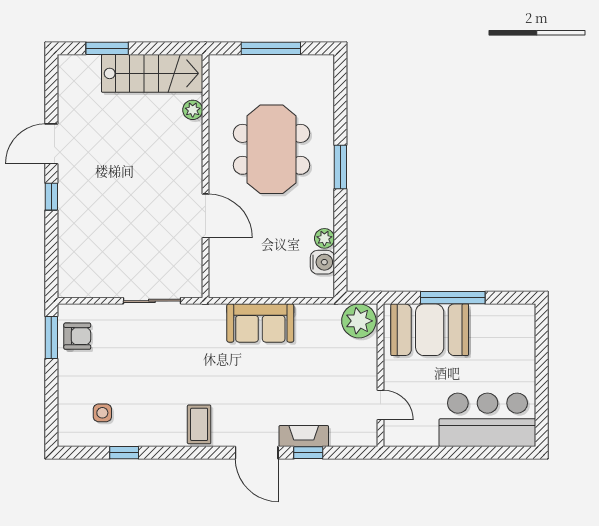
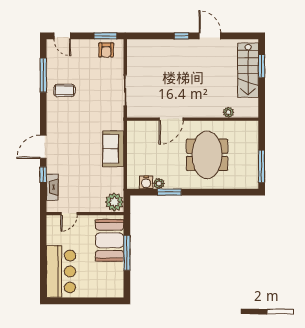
window: (271, 48) -> (262, 166), moved
stairs: (152, 73) -> (248, 70), moved
meeting table: (271, 149) -> (207, 155), turned 90
window: (340, 167) -> (169, 192), moved
side table: (102, 413) -> (65, 63), removed
door: (51, 418) -> (62, 36), added
coffee table: (199, 424) -> (64, 90), moved
fireplace: (304, 436) -> (52, 187), moved
window: (124, 453) -> (43, 75), width x2.17

